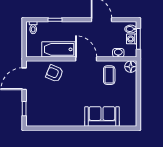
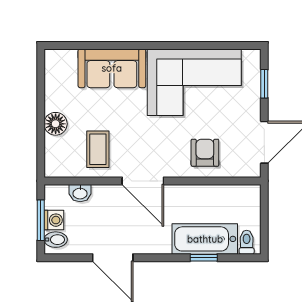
bathtub: (59, 49) -> (205, 239), moved, turned 180
floor lamp: (131, 67) -> (56, 124), moved
armchair: (54, 73) -> (205, 153), turned -113
corner sofa: (60, 109) -> (194, 82), added

